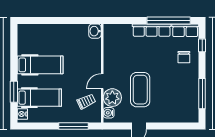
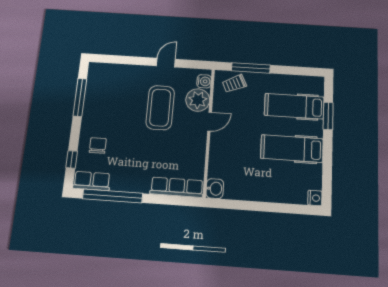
row of seats: (152, 30) -> (177, 187), moved
trolley: (86, 101) -> (234, 84), moved
nightstand: (22, 114) -> (315, 198), moved

